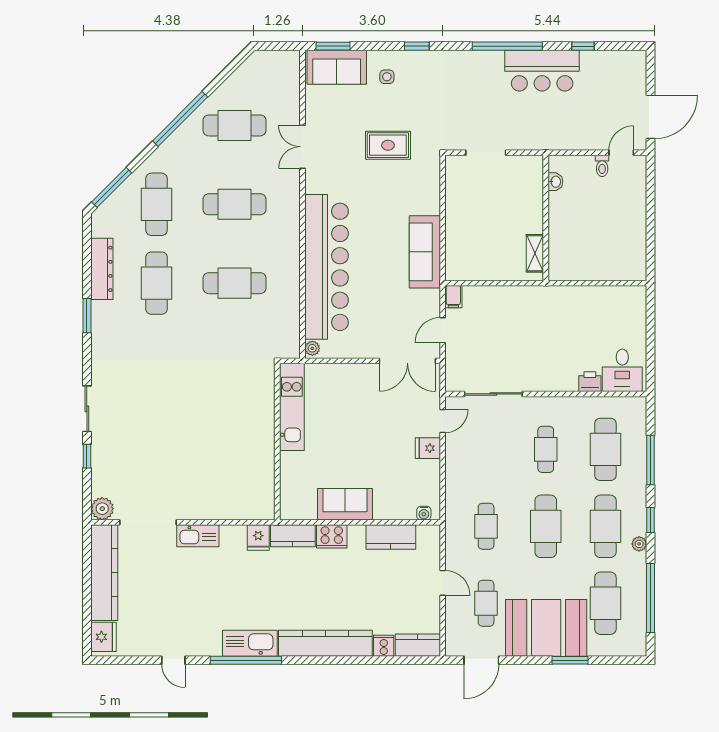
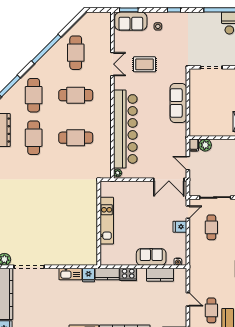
cafe table: (234, 125) -> (76, 53), turned 90
rug: (388, 145) -> (144, 64), moved
double door: (303, 147) -> (112, 64), swing flipped
sofa: (425, 252) -> (178, 103), moved
plant: (475, 297) -> (205, 145), added
door: (443, 330) -> (188, 163), hinge flipped
kitchen unit: (292, 407) -> (107, 221), moved
sofa: (345, 504) -> (151, 257), moved
cafe table: (486, 526) -> (211, 227), moved
kitchen sink: (198, 536) -> (70, 274), moved

